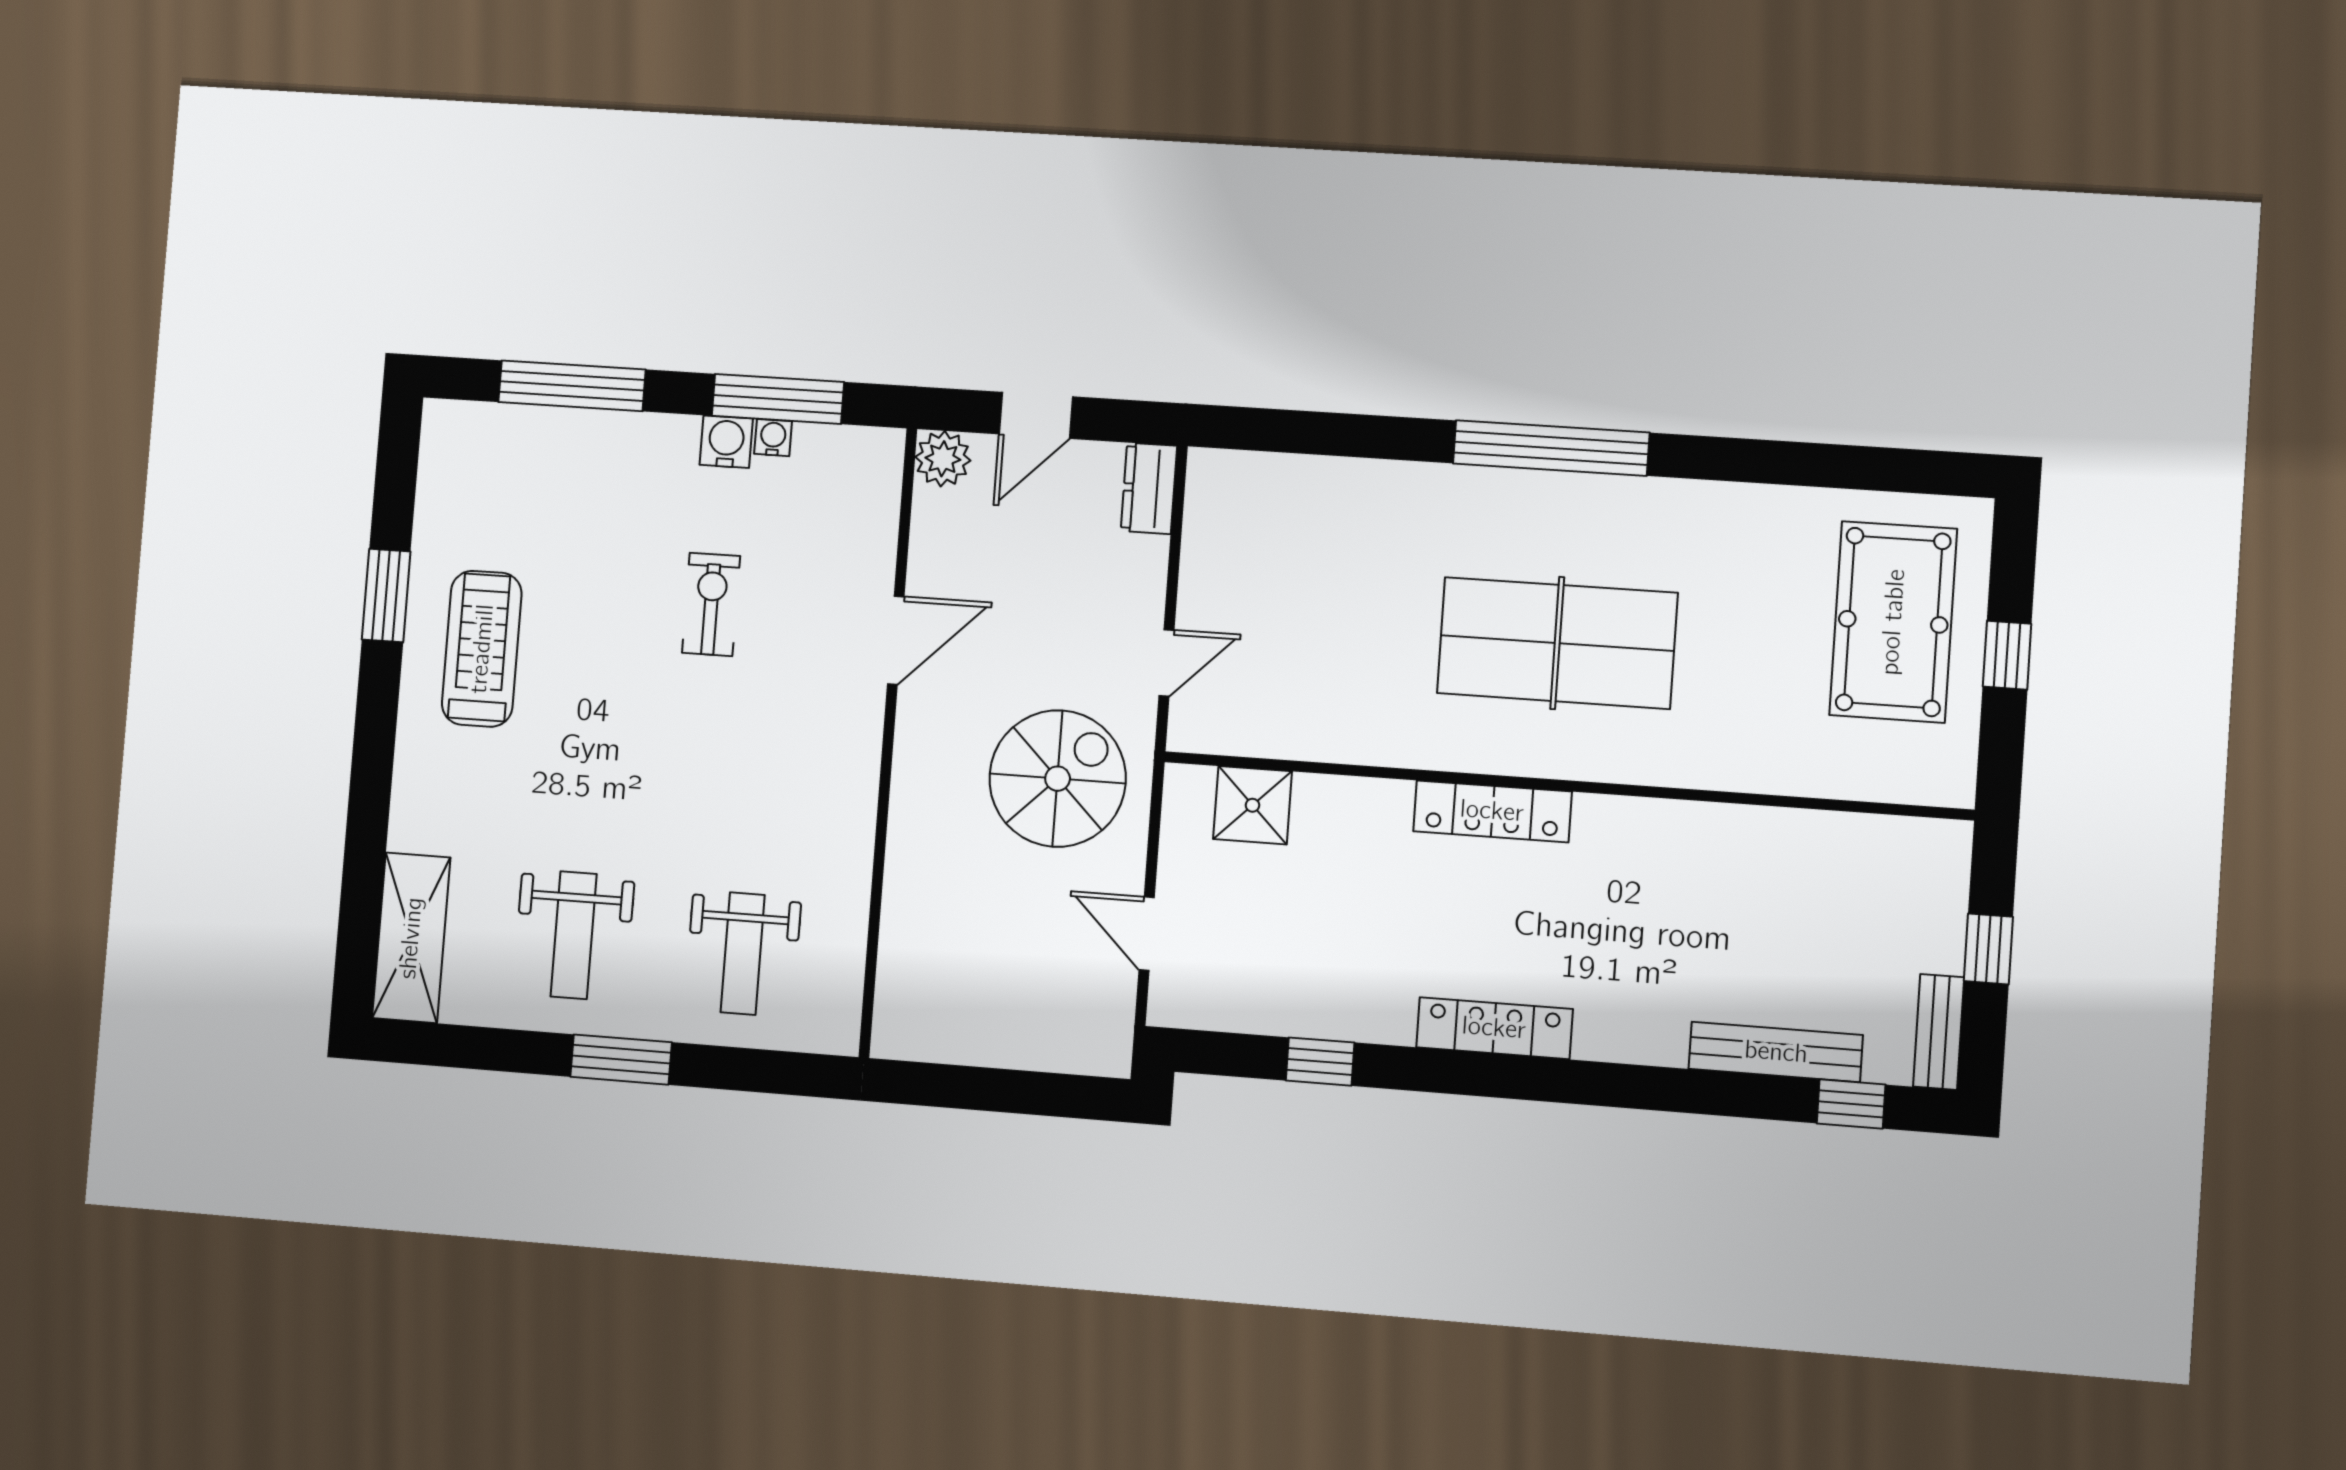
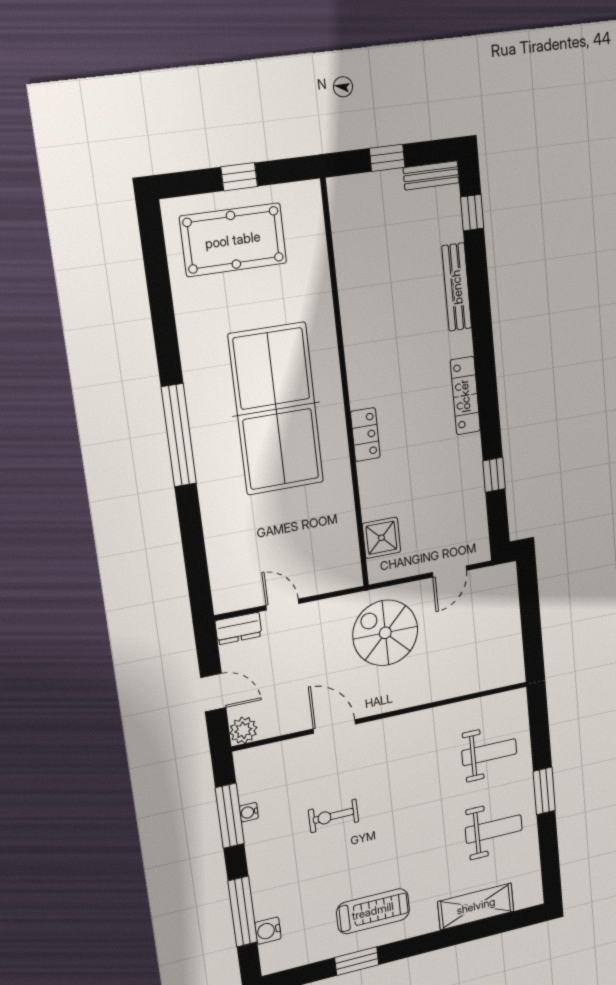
water cooler: (726, 442) -> (268, 931), moved
table tennis table: (1557, 643) -> (276, 409), width x1.36, depth x1.32
treadmill: (482, 649) -> (373, 911), turned 180
door: (1167, 663) -> (282, 605), moved
locker: (1492, 811) -> (365, 435), width x0.66
shelving: (411, 938) -> (476, 906), moved
bench: (1776, 1052) -> (457, 287), moved

